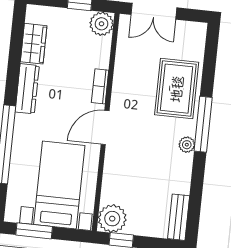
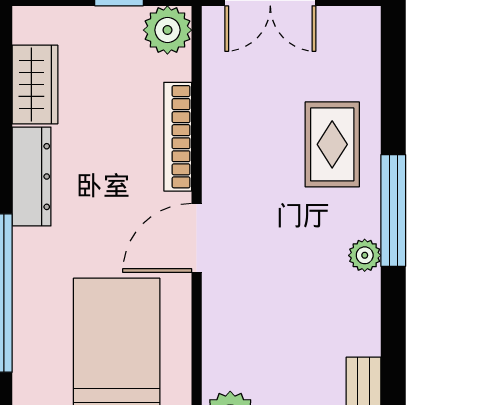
bookcase: (100, 86) -> (178, 137), width x1.56
rug: (177, 89) -> (332, 144), width x0.73, depth x0.70

